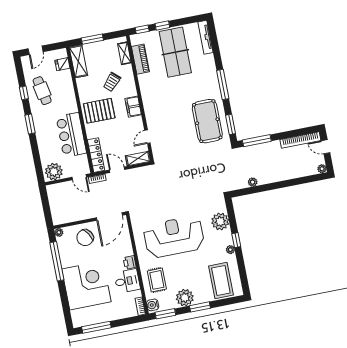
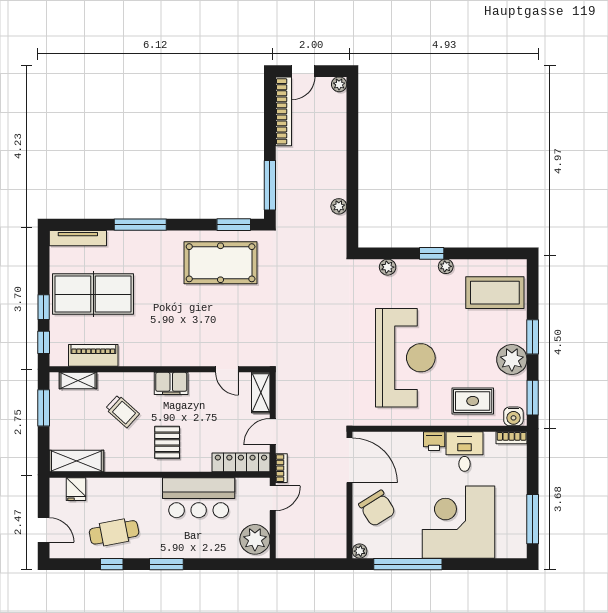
window: (92, 39) -> (44, 408), moved
window: (223, 84) -> (140, 225), moved
pallet: (99, 111) -> (167, 442), width x0.67, depth x0.71
plant: (220, 221) -> (388, 267), width x0.53, depth x0.53
reception desk: (174, 237) -> (405, 358), turned 180

